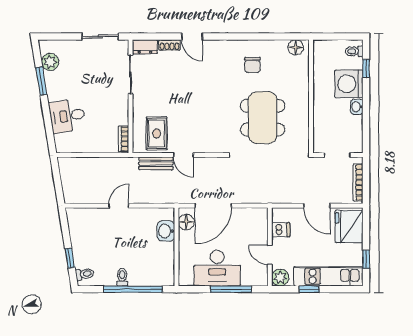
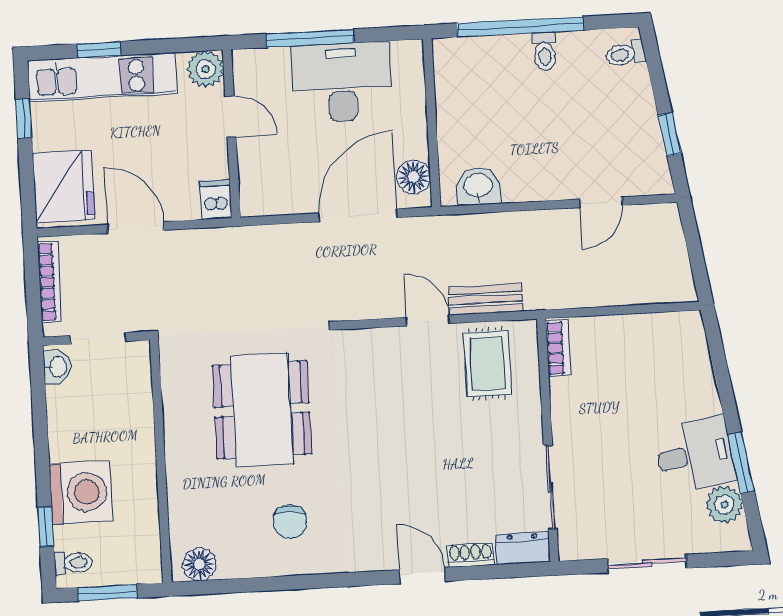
sliding door: (100, 37) -> (647, 563), moved
window: (339, 37) -> (108, 593), added
chair: (252, 65) -> (290, 522), turned 180
washbasin: (357, 107) -> (57, 367), moved
desk: (67, 116) -> (695, 455), moved
door: (119, 206) -> (601, 202), moved
dishwasher: (281, 230) -> (216, 200), moved, turned 90
washbasin: (166, 231) -> (478, 186), moved, turned -90
window: (70, 258) -> (670, 134), moved
window: (309, 289) -> (99, 50), moved

